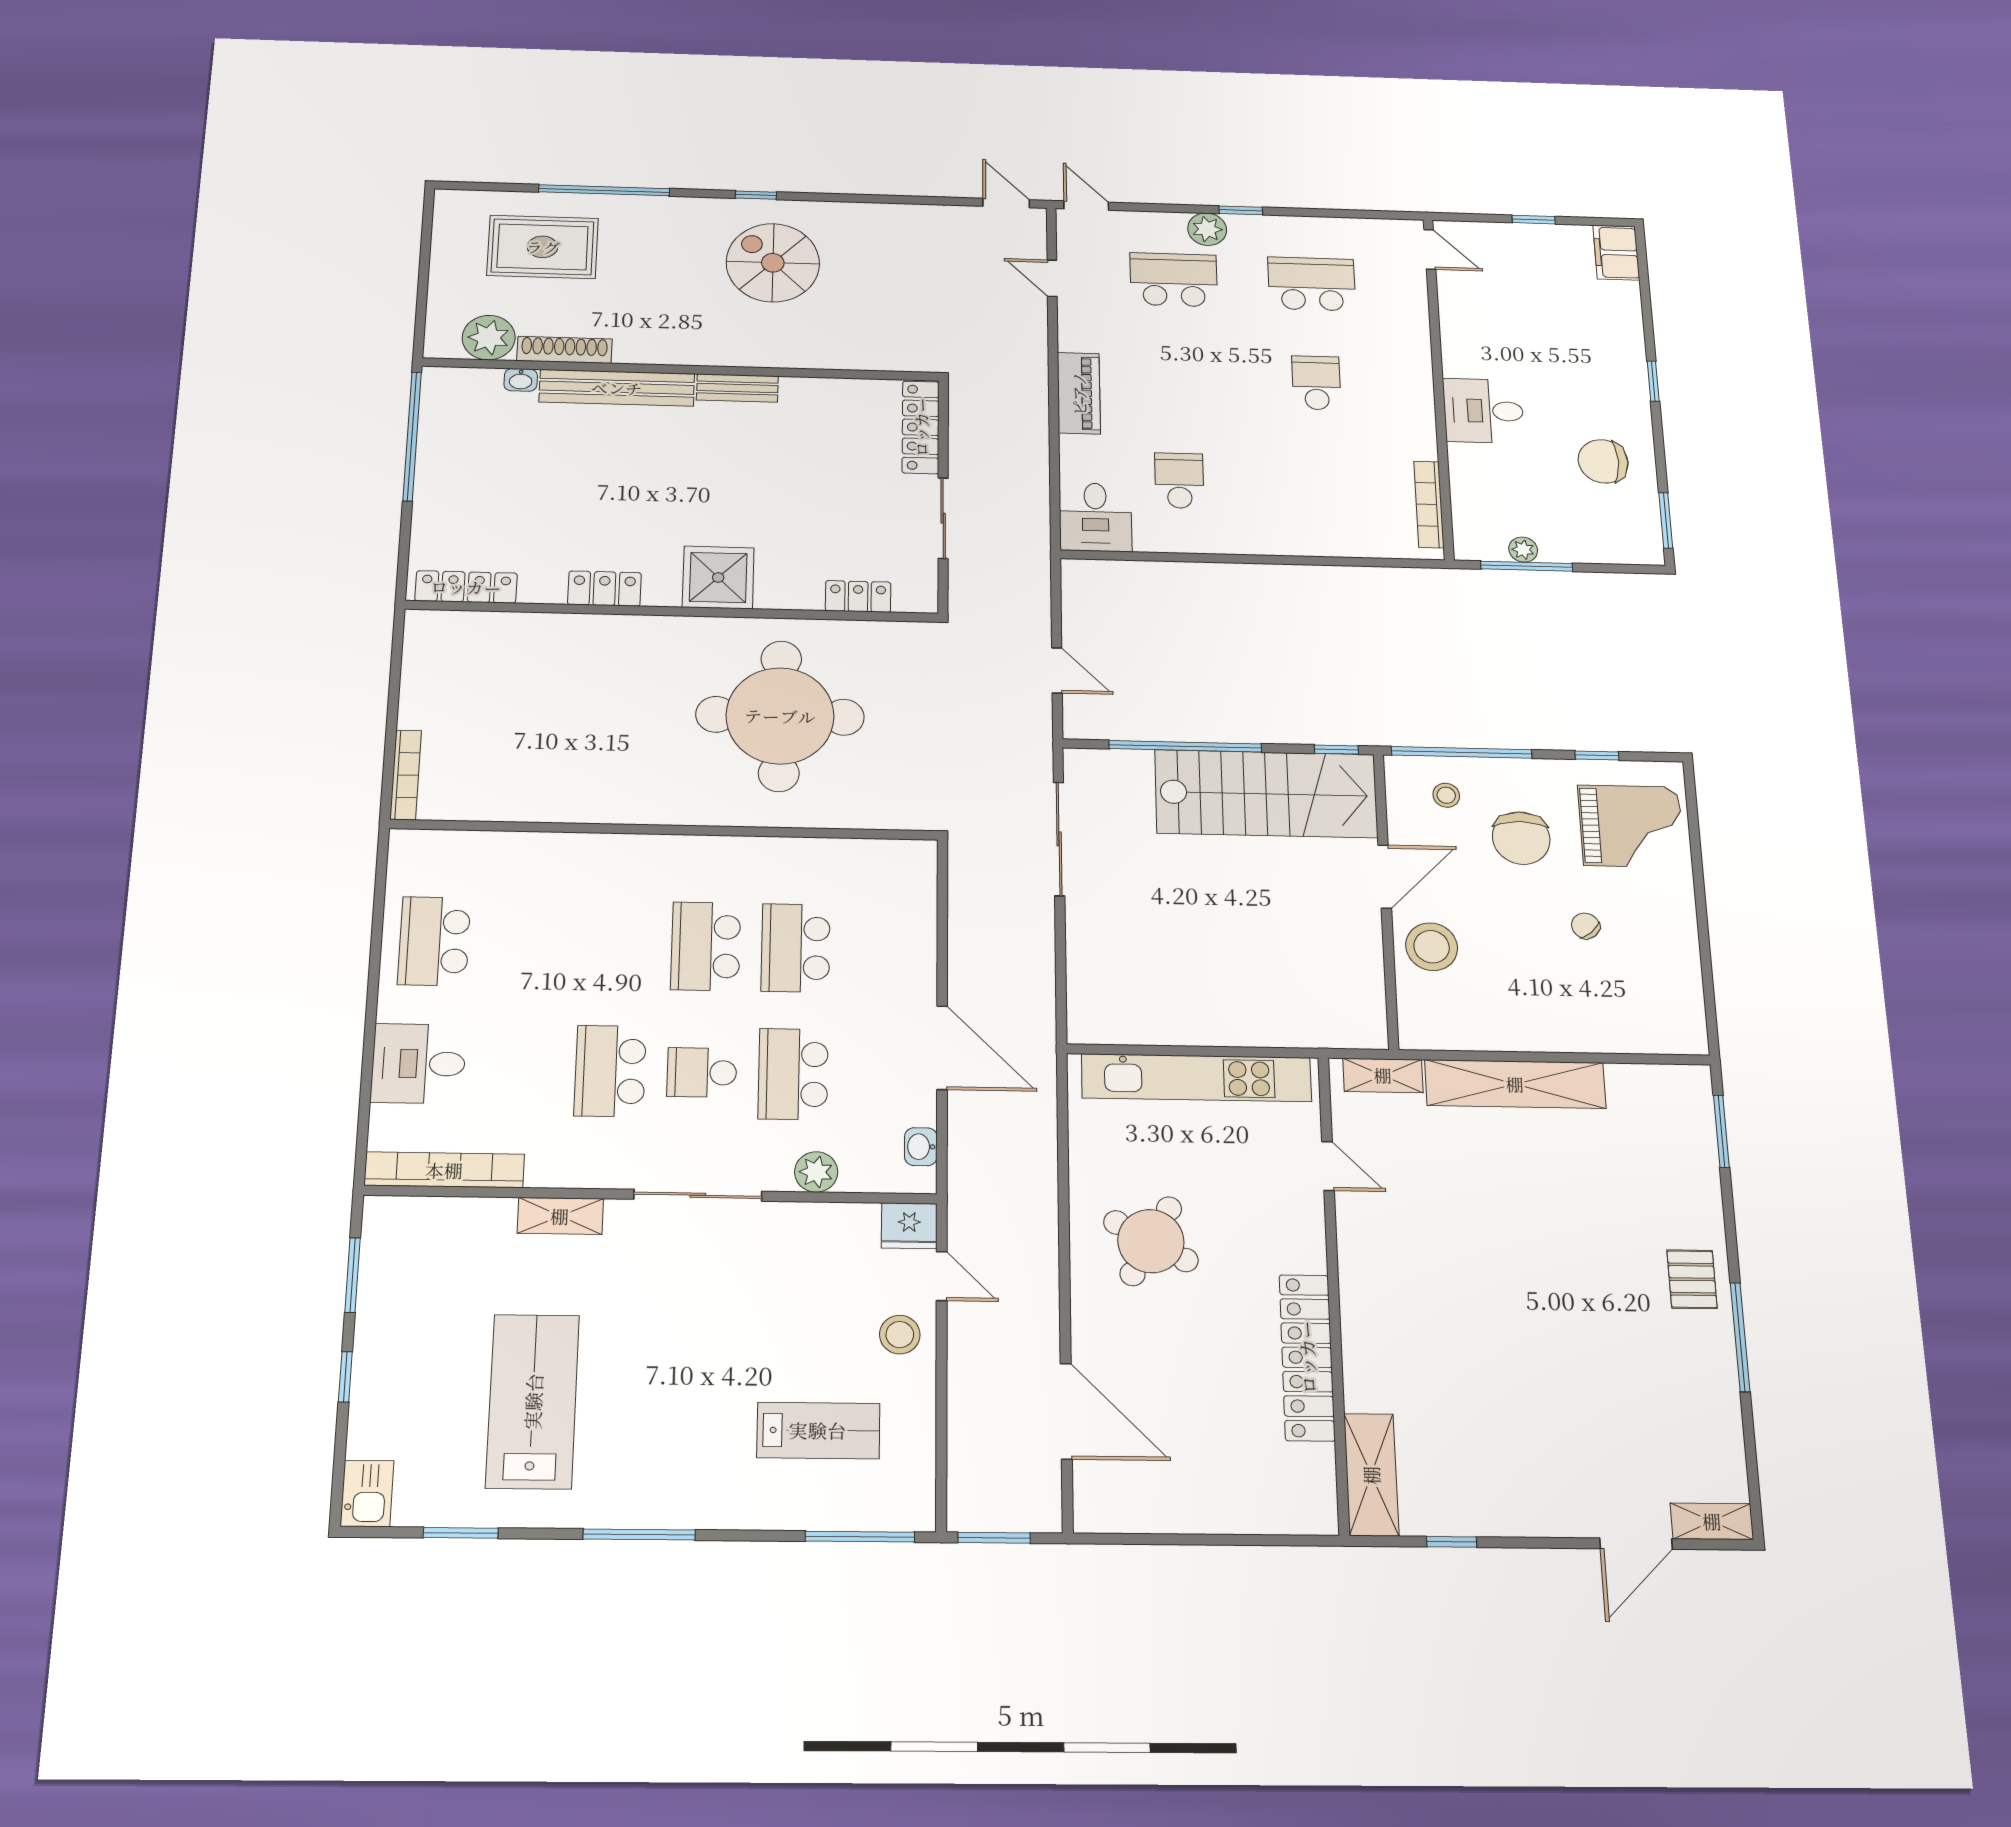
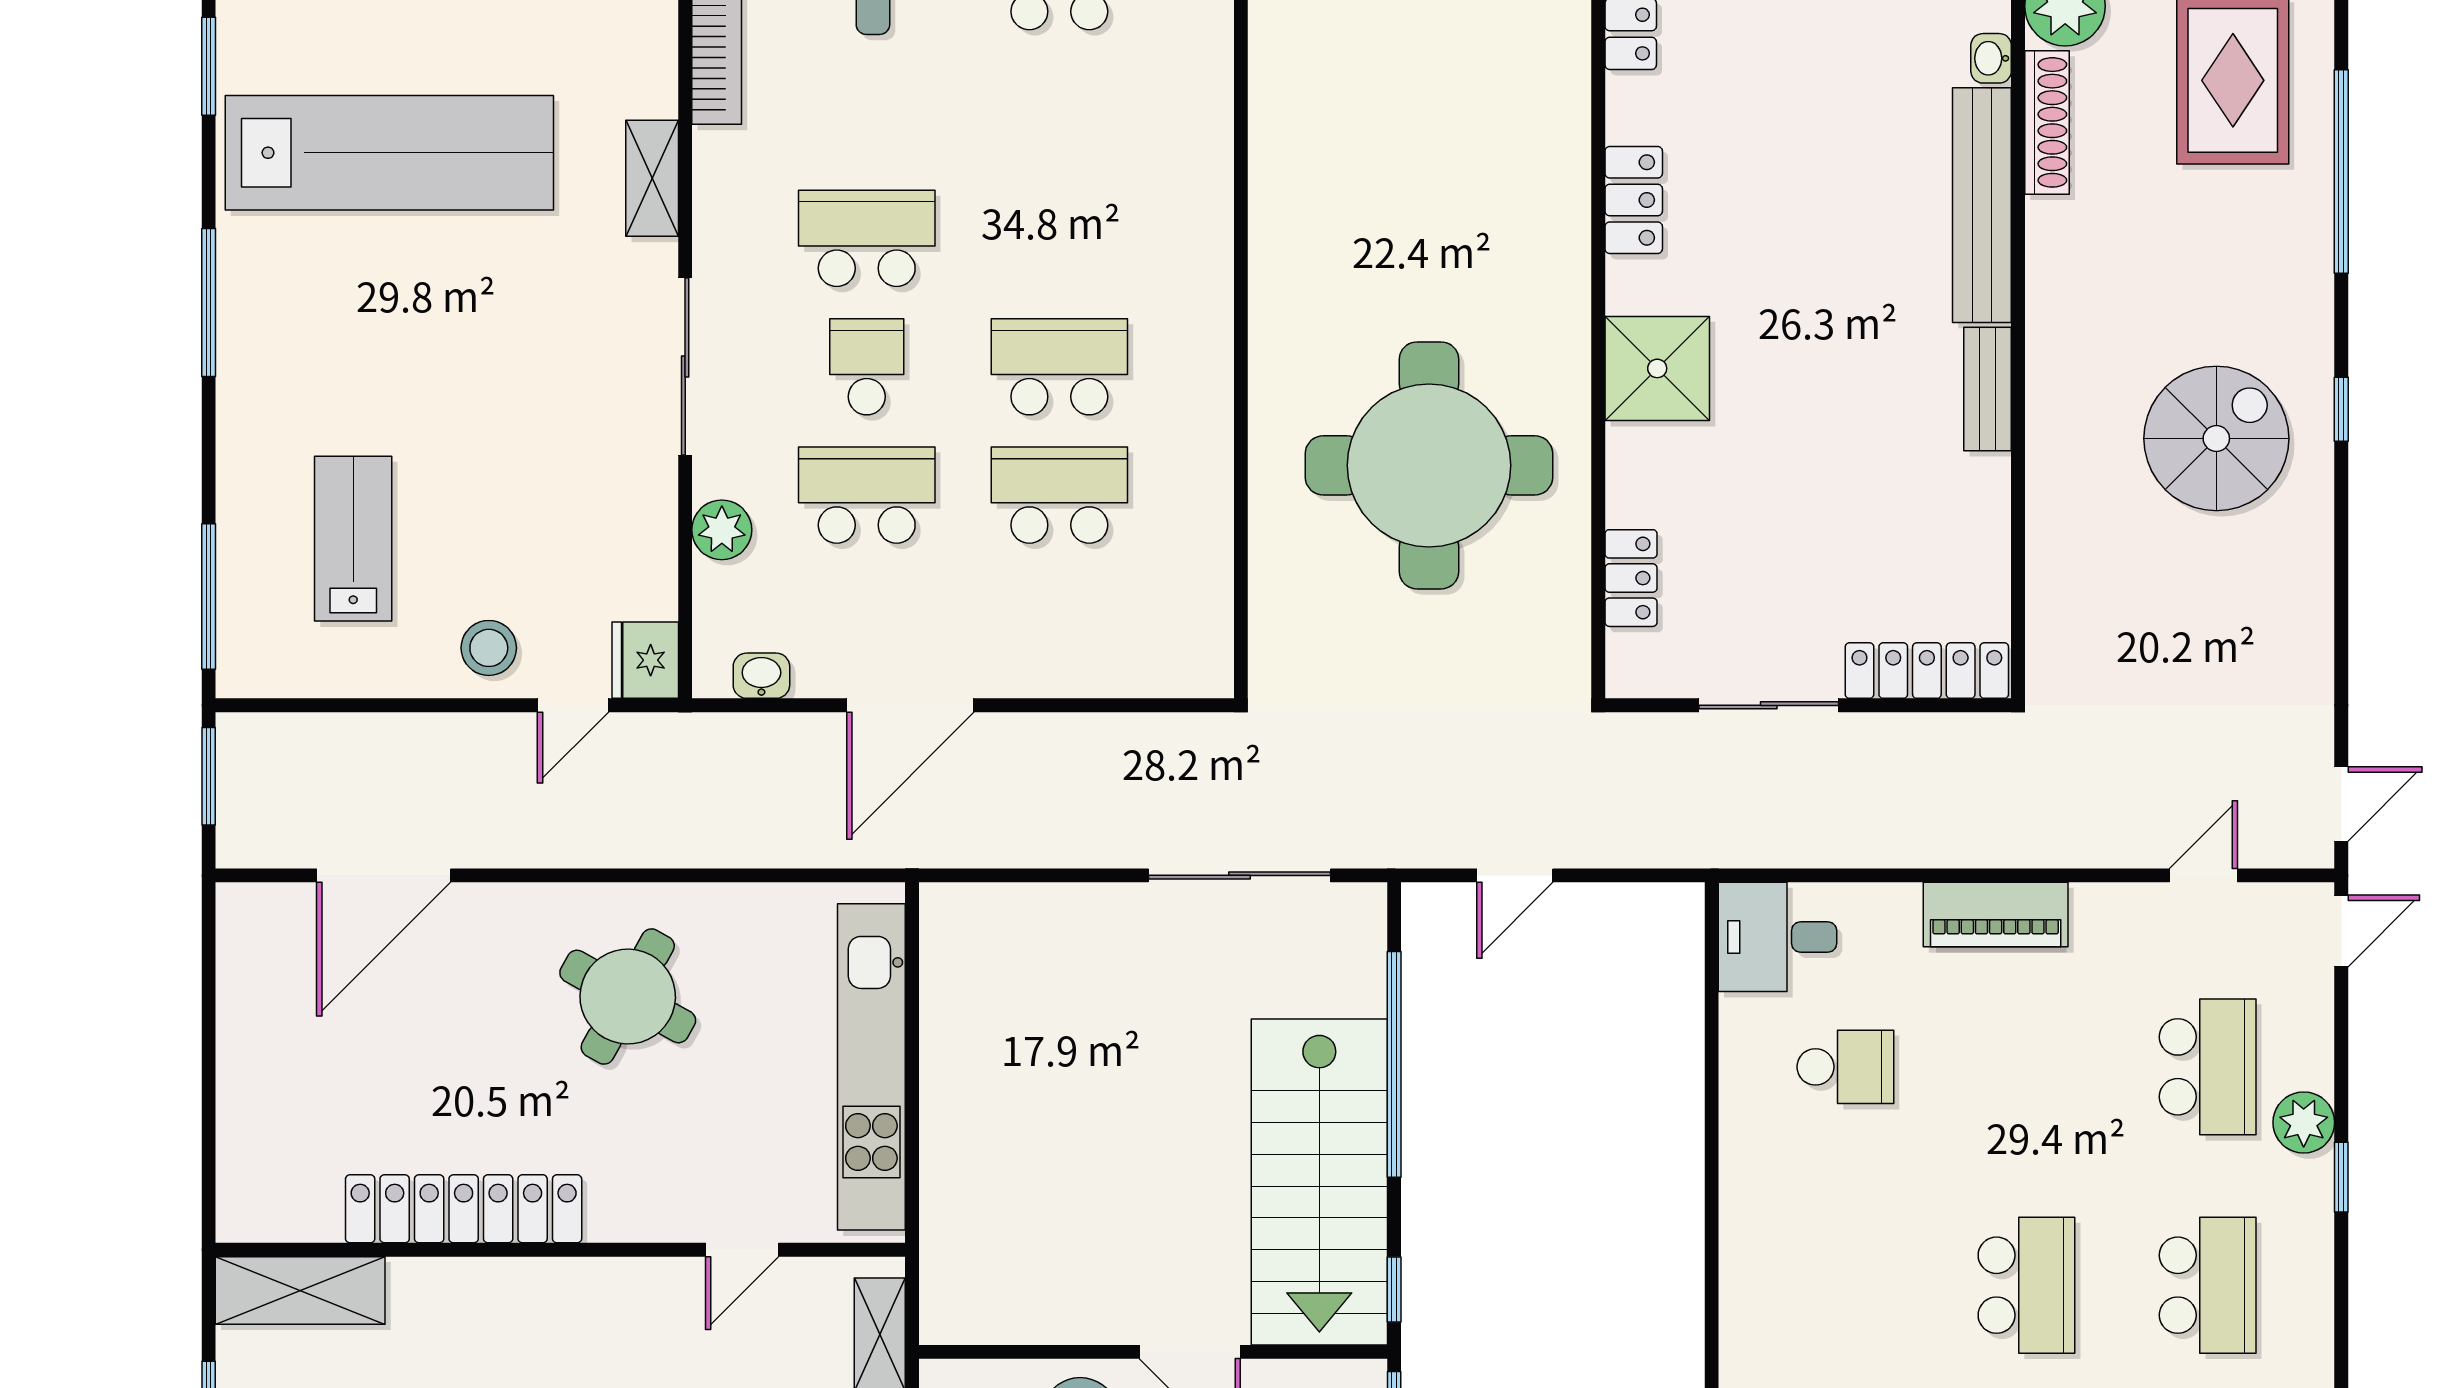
school desk: (1316, 383) -> (2026, 1285), width x1.85
lab bench: (533, 1401) -> (389, 153), width x1.36
lab bench: (818, 1430) -> (353, 539), turned 180

